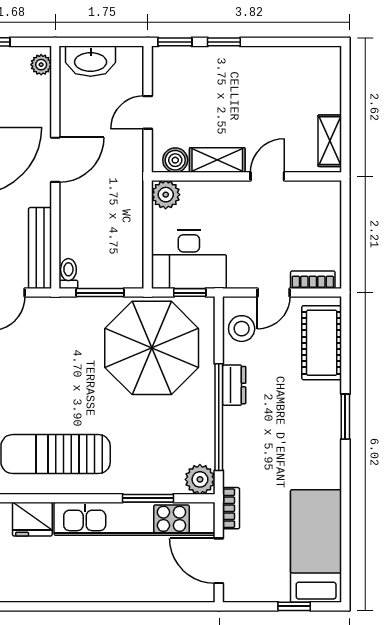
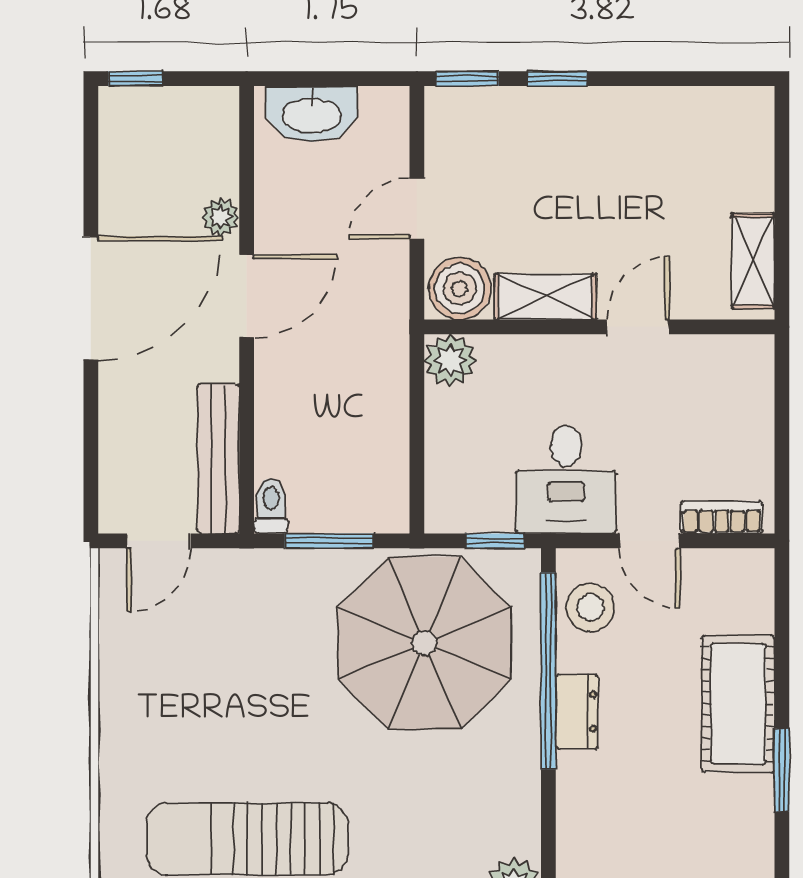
plant: (41, 65) -> (221, 217), moved
boiler: (175, 160) -> (460, 288), width x1.36, depth x1.36
desk: (189, 259) -> (566, 479), moved, width x0.73
door: (274, 293) -> (650, 541), hinge flipped
cot: (322, 343) -> (738, 704), moved
window: (219, 417) -> (548, 671), moved

